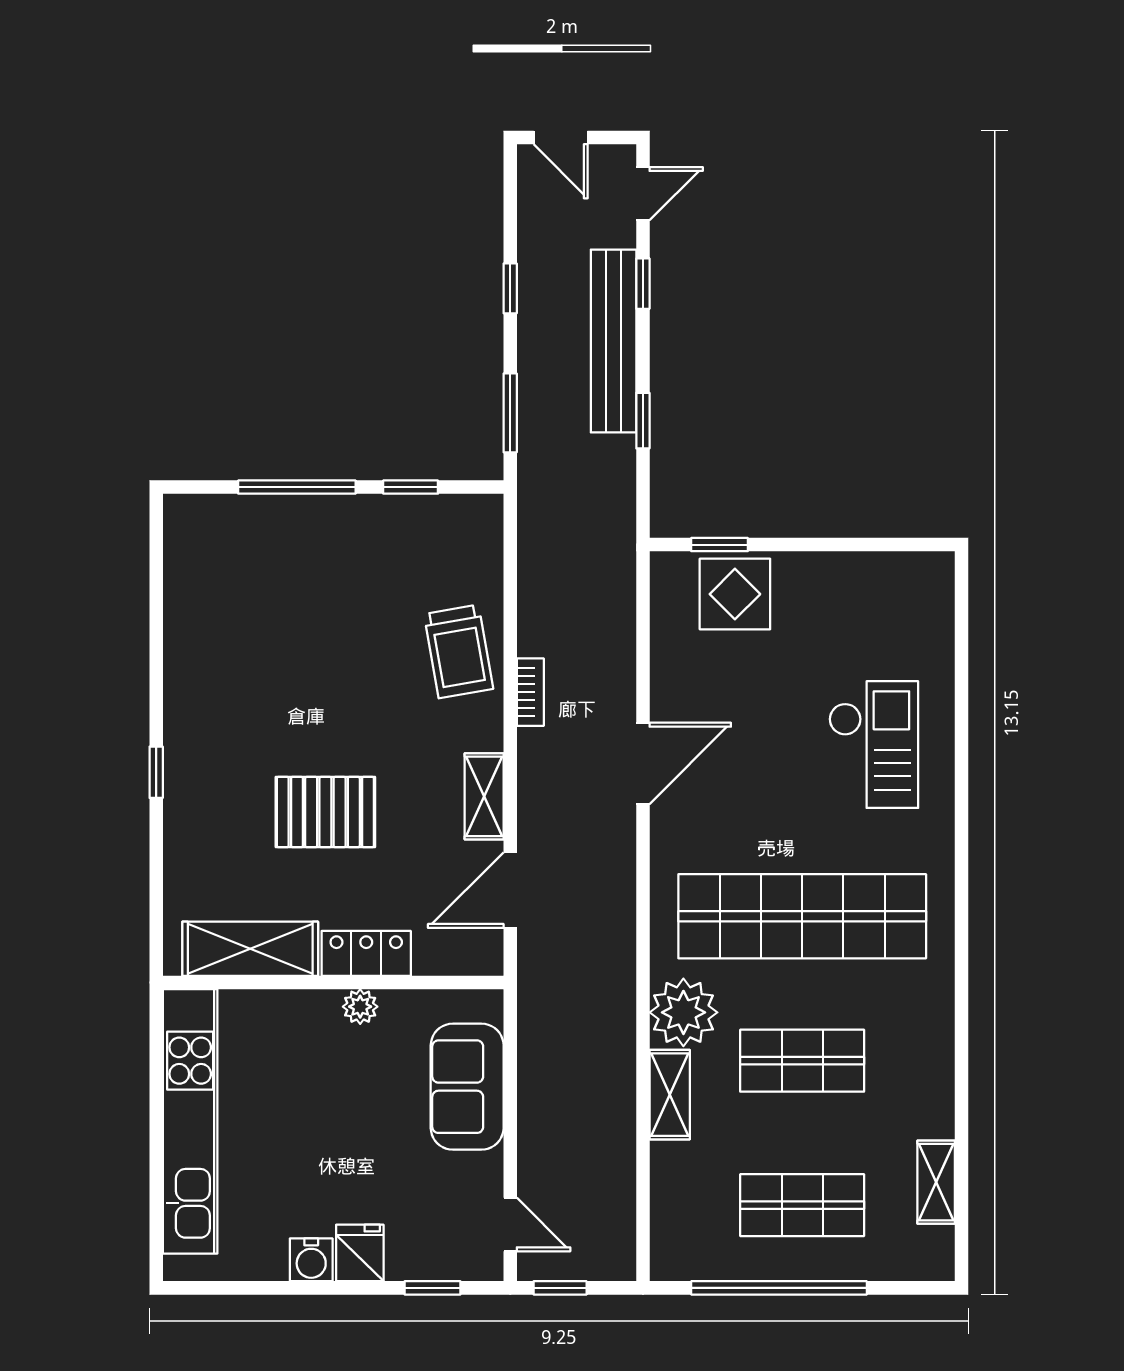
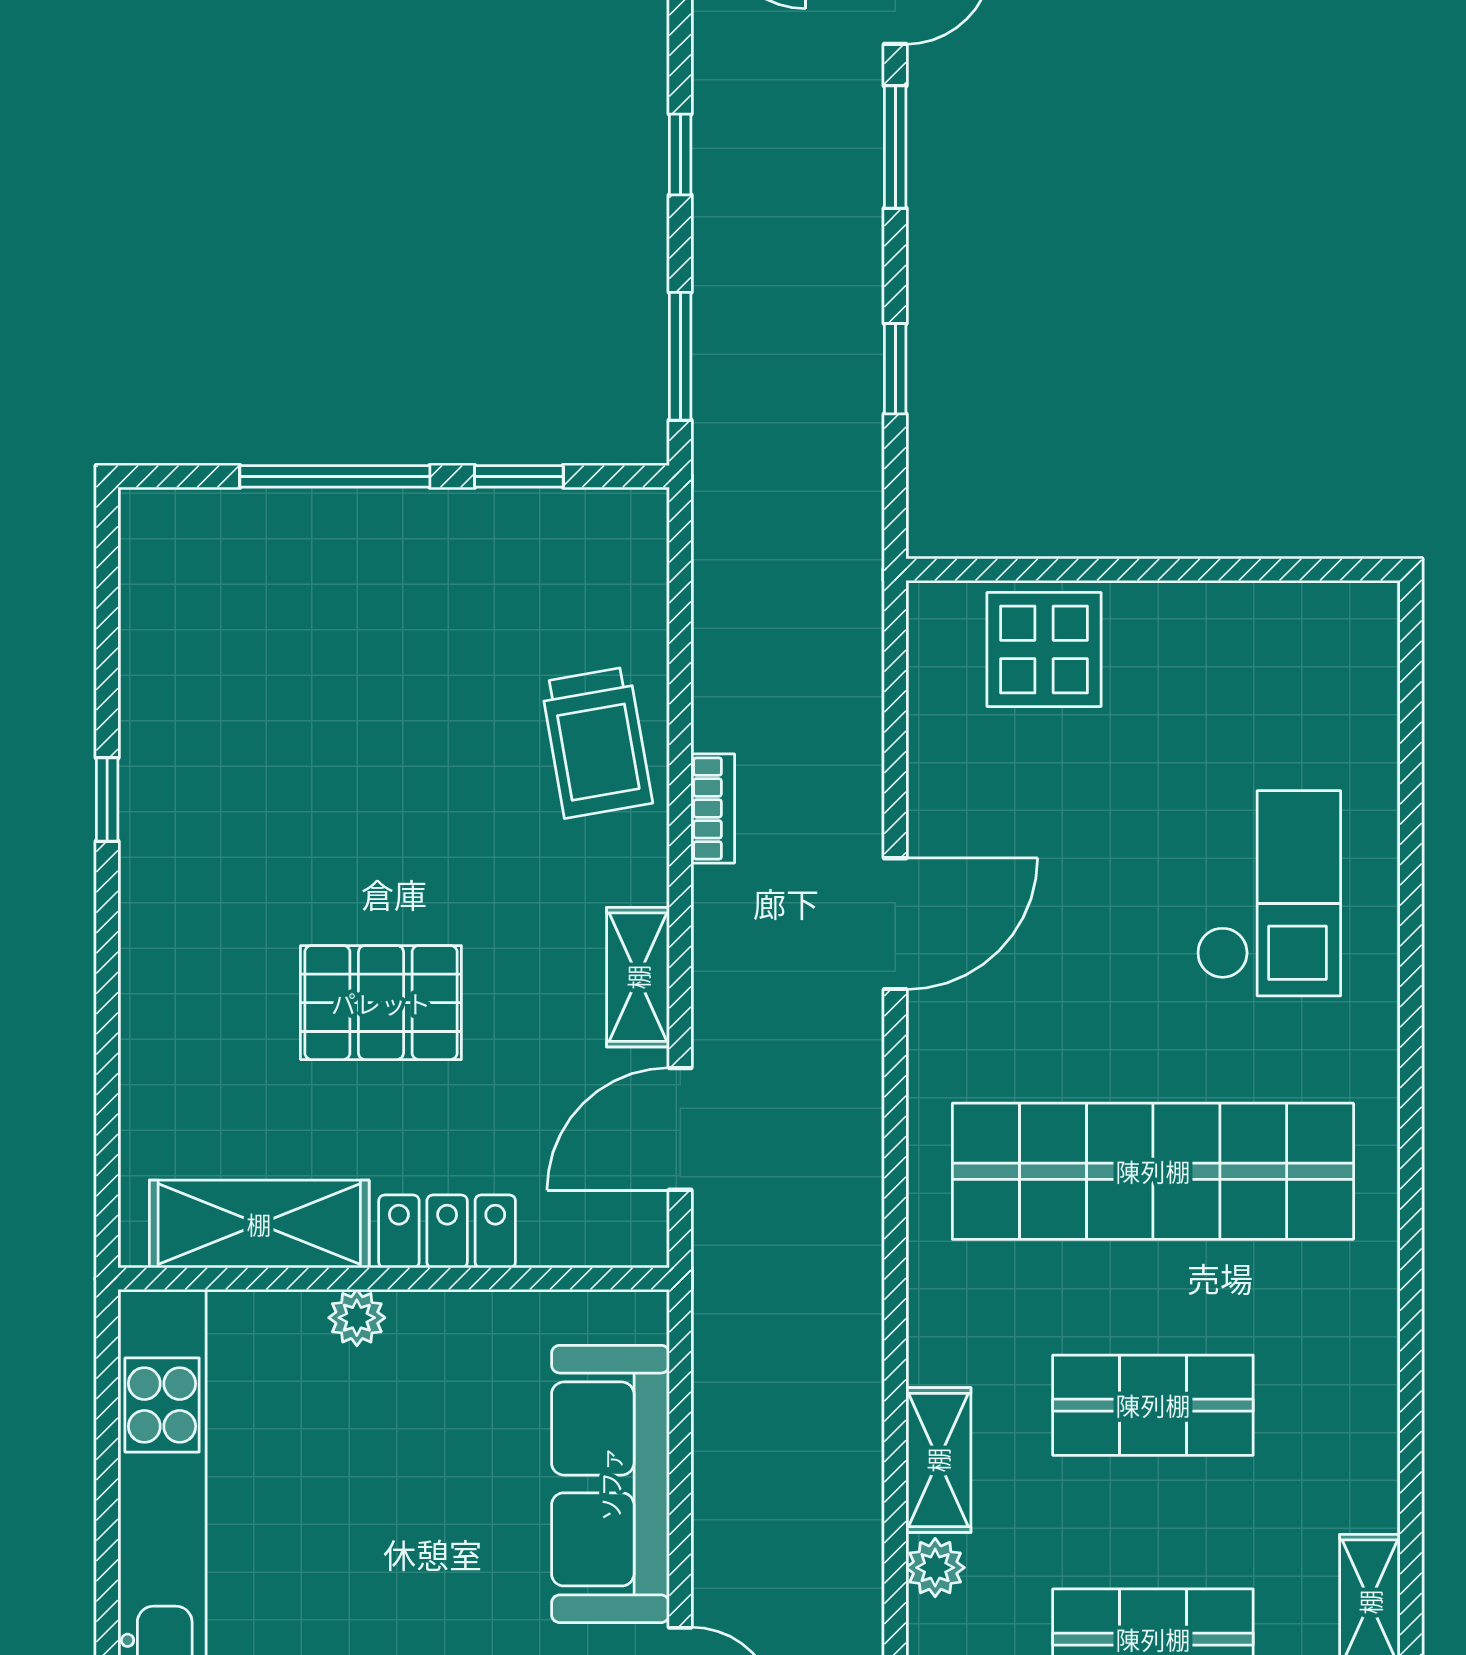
window: (643, 284) -> (895, 147), width x1.50
bench: (614, 341) -> (847, 240), removed
window: (720, 545) -> (1019, 570), removed
window: (156, 772) -> (107, 799), moved
plant: (360, 1007) -> (357, 1318), moved
plant: (683, 1012) -> (935, 1568), moved, width x0.53, depth x0.53
sofa: (467, 1087) -> (610, 1484), width x1.36

